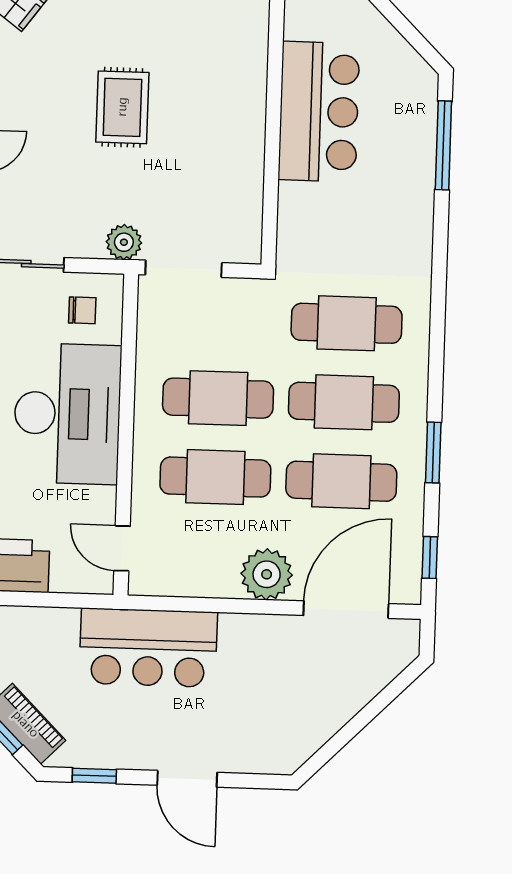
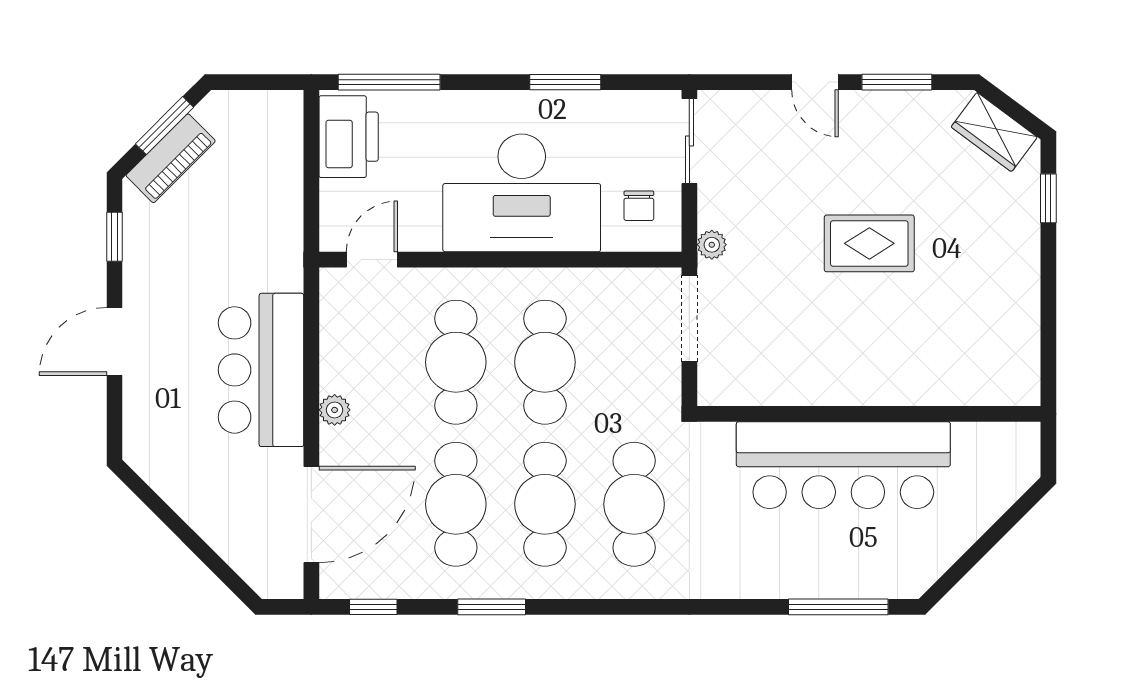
bar counter: (319, 112) -> (843, 465), width x1.36
plant: (124, 242) -> (712, 245), width x0.73, depth x0.73
plant: (267, 574) -> (335, 410), width x0.53, depth x0.53
door: (346, 610) -> (311, 514), hinge flipped
bar counter: (148, 648) -> (261, 370), moved

